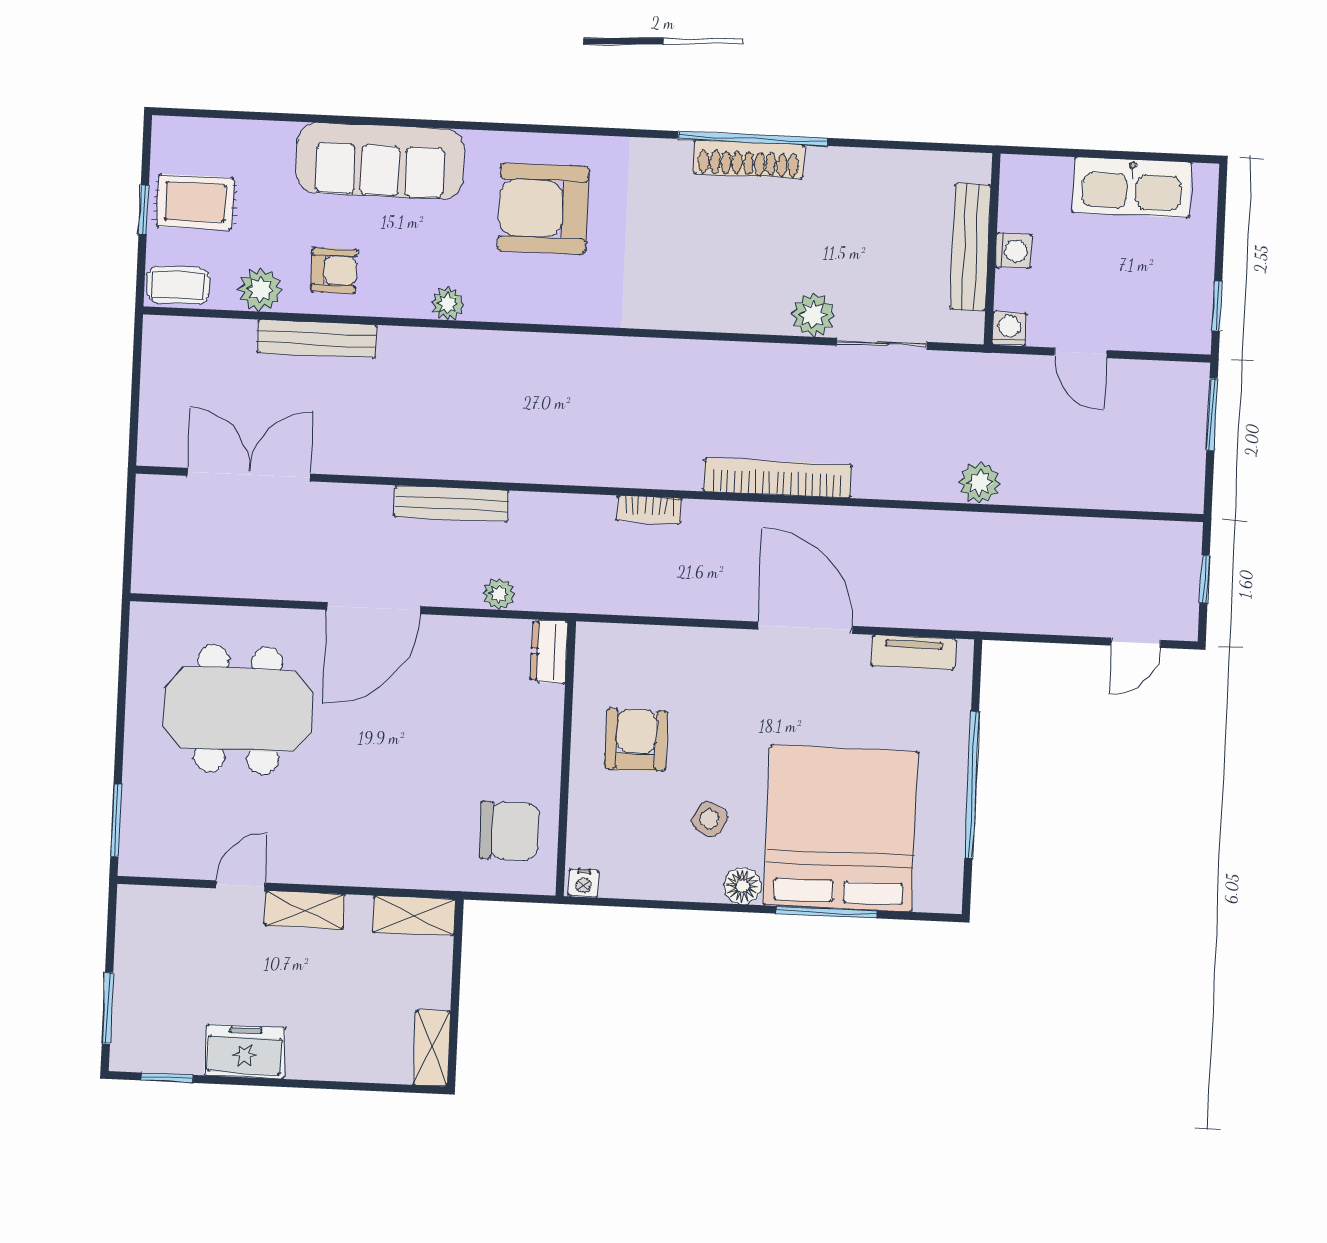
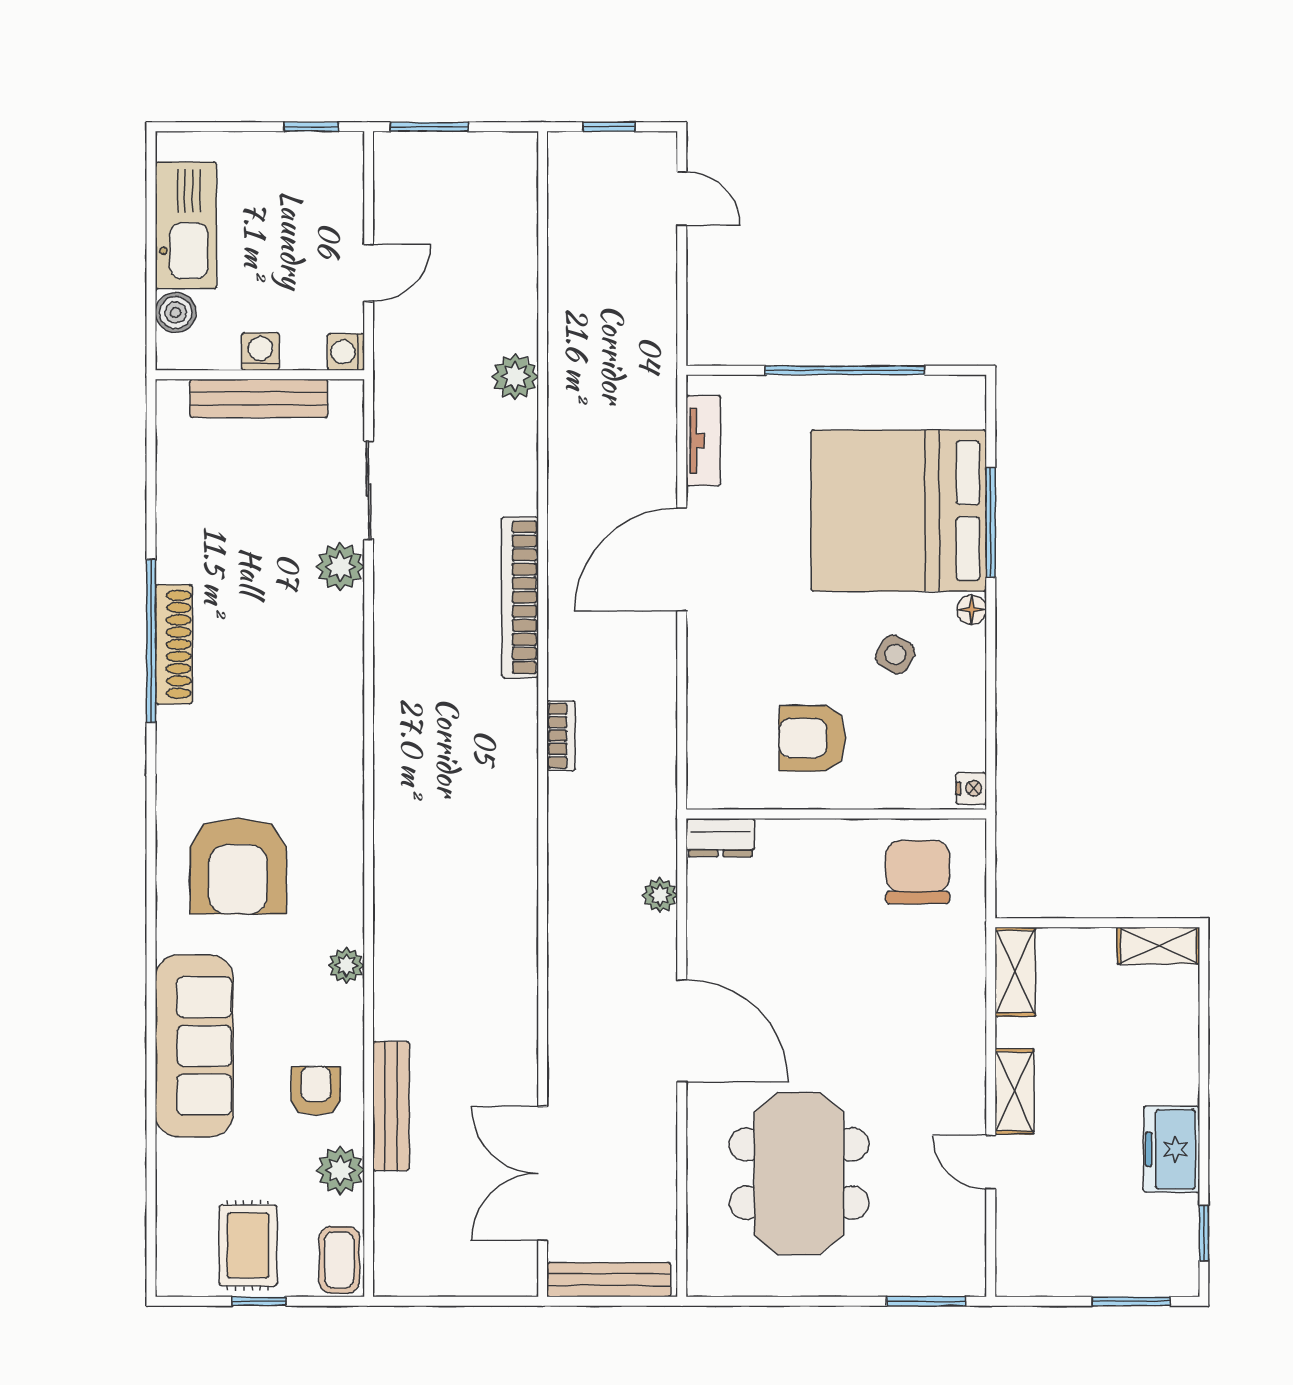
boiler: (1052, 175) -> (176, 312), added
bench: (451, 504) -> (609, 1280), moved, turned 90
floor lamp: (743, 886) -> (972, 610), width x0.73, depth x0.73

